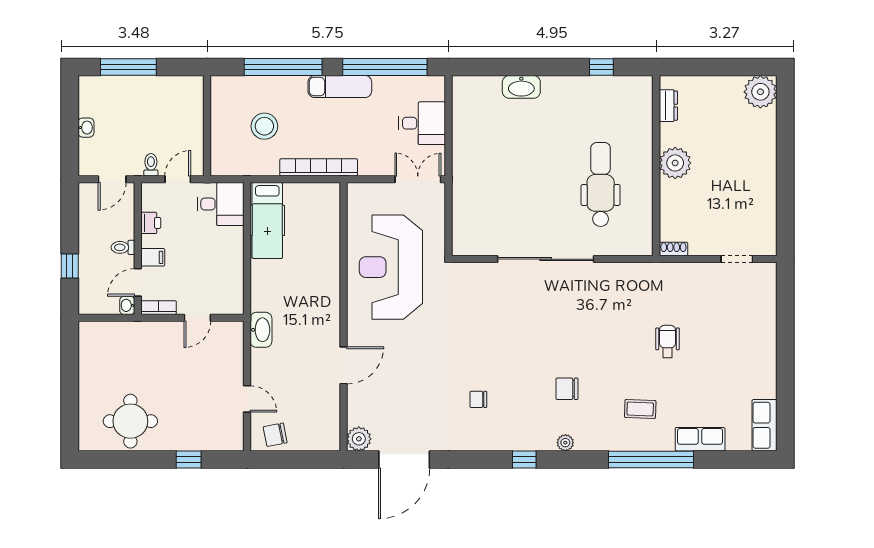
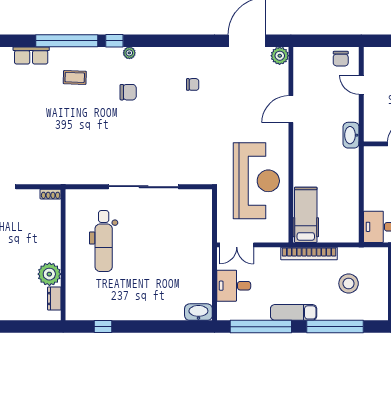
washbasin: (521, 87) -> (198, 312), moved
plant: (675, 163) -> (49, 274), moved
hospital bed: (267, 220) -> (306, 215), moved
wheelchair: (668, 341) -> (55, 127), removed
chair: (275, 435) -> (341, 59), turned 101
window: (524, 459) -> (114, 41), moved

